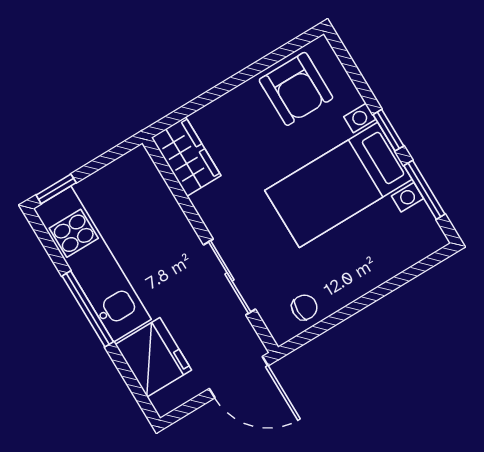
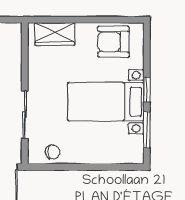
armchair: (296, 89) -> (113, 42), turned 90
wardrobe: (186, 157) -> (55, 34), moved, turned 90

